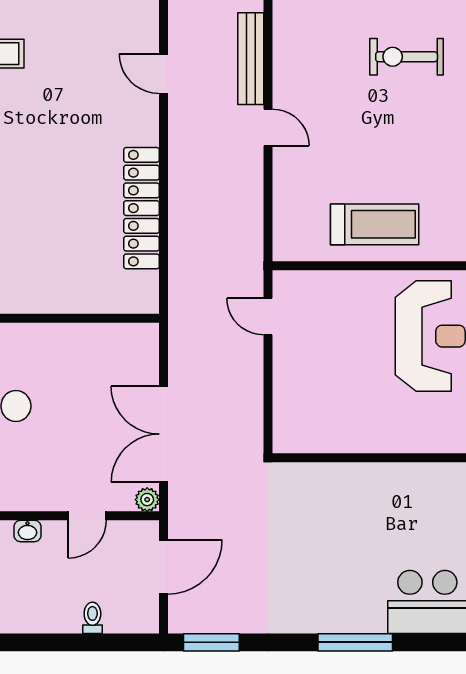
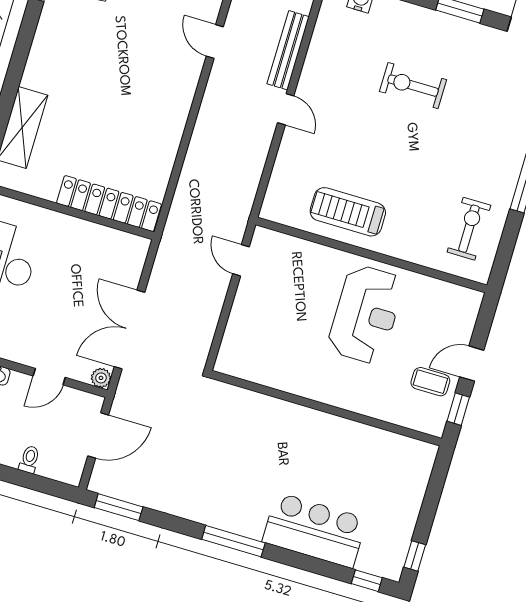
locker: (141, 208) -> (109, 204), moved, turned 90
treadmill: (375, 224) -> (348, 212), turned 180

